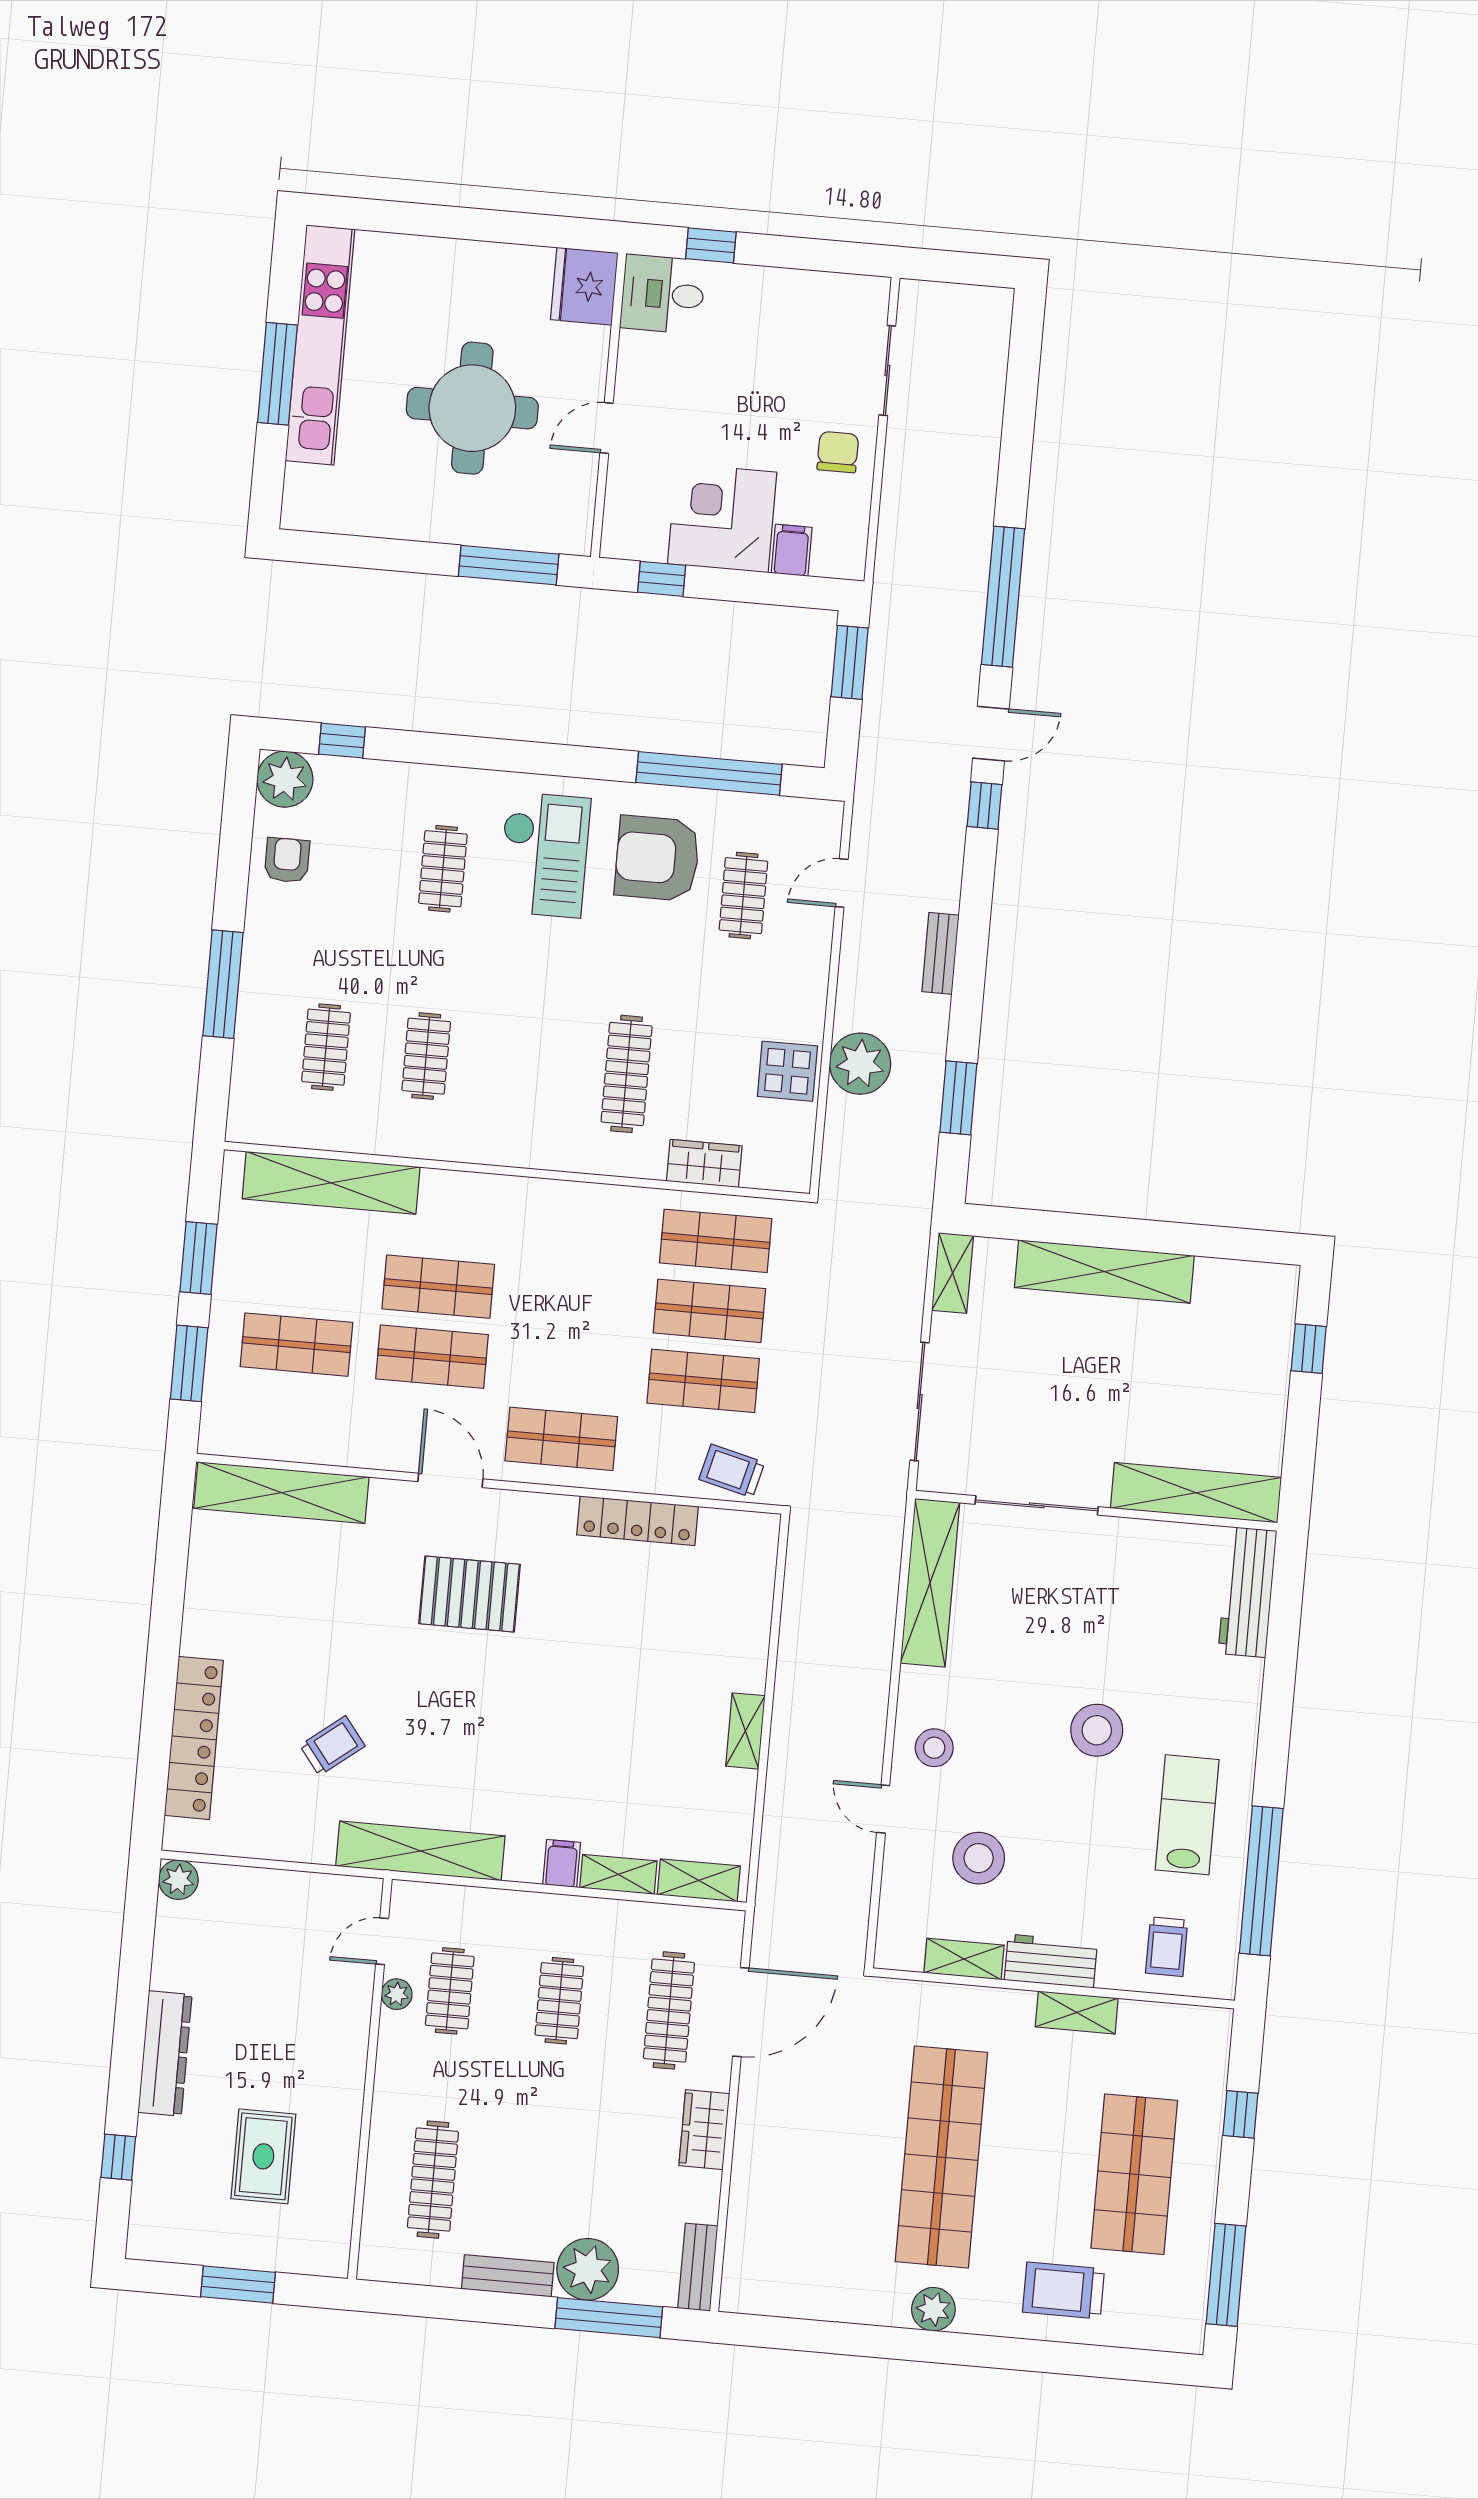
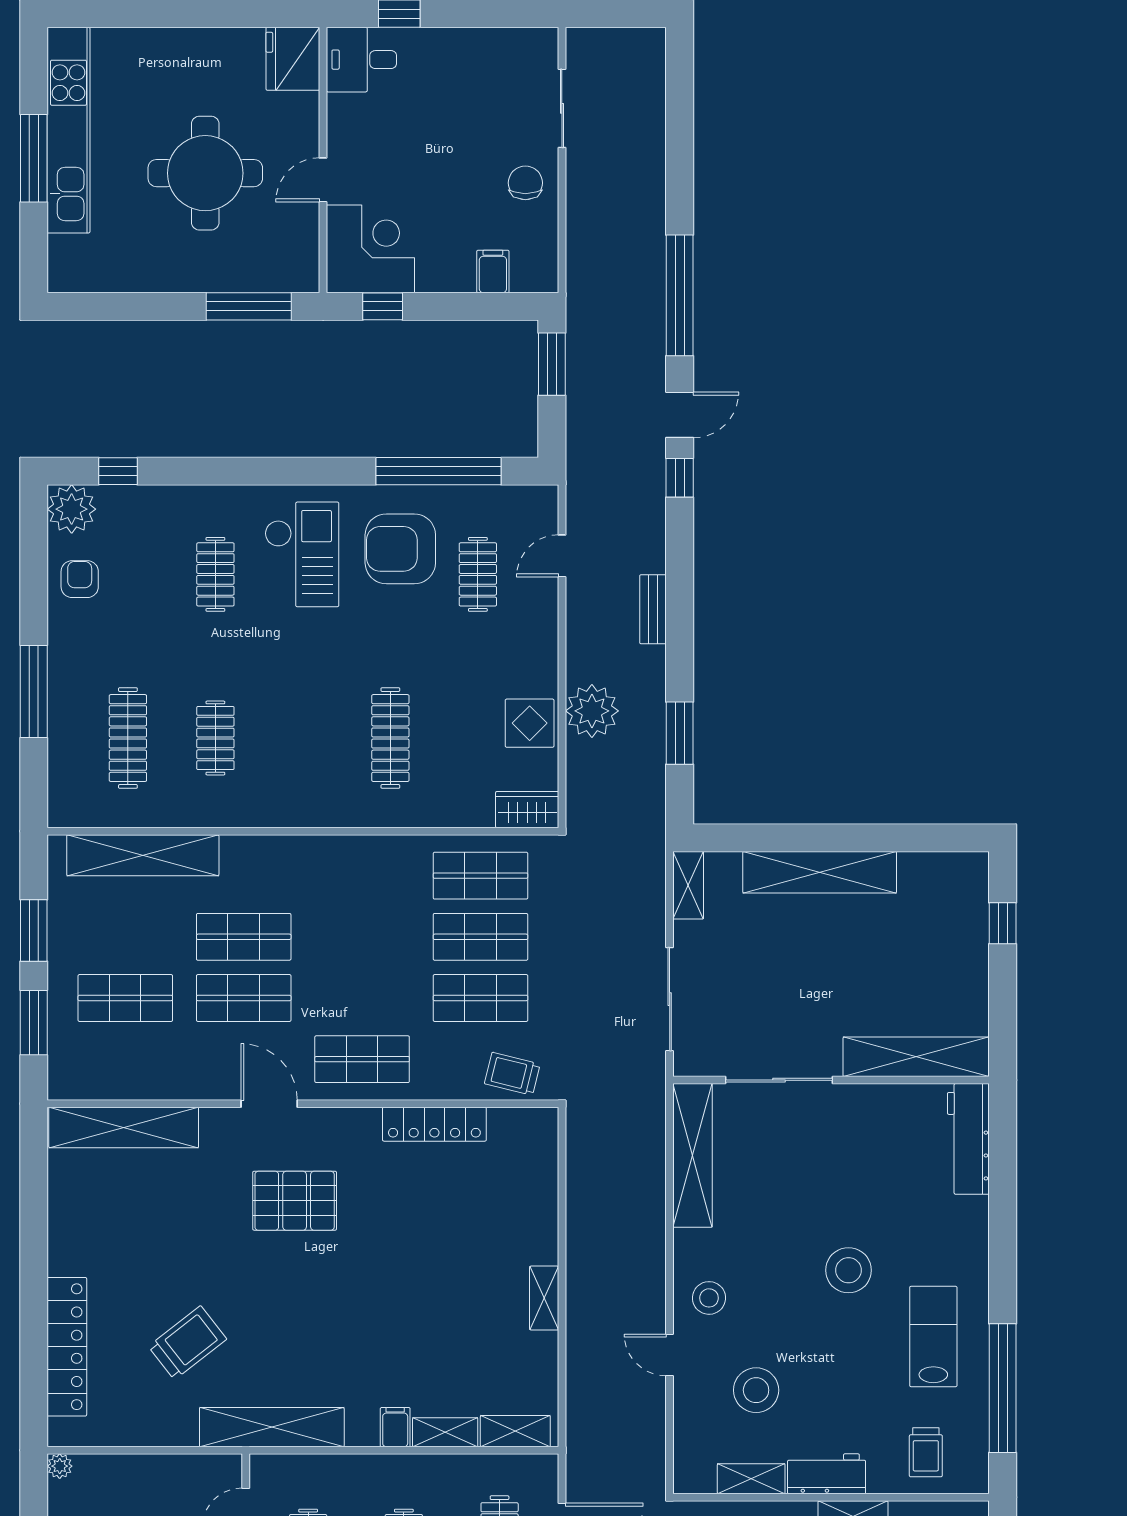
corner desk: (722, 518) -> (370, 249), moved, turned 90
clothes rail: (326, 1047) -> (128, 738), width x1.36
wardrobe: (704, 1163) -> (527, 810), moved
trolley: (332, 1746) -> (188, 1343), width x1.36, depth x1.39
plant: (178, 1880) -> (60, 1466), width x0.73, depth x0.73

